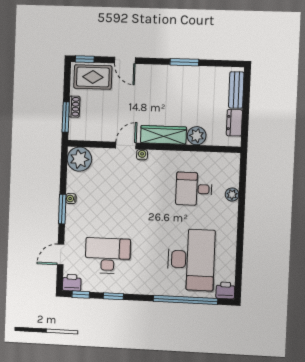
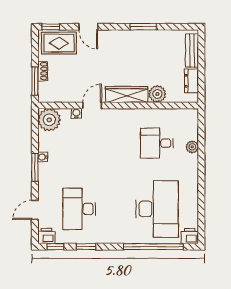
water cooler: (142, 155) -> (76, 113), moved
desk: (108, 256) -> (79, 209), turned -90

